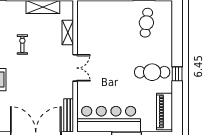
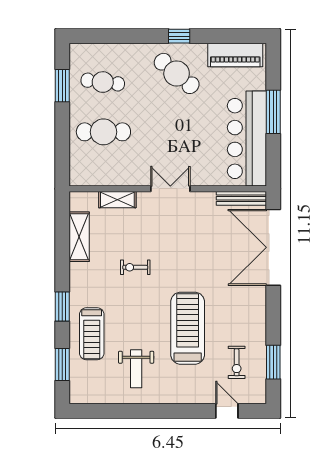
cafe table: (113, 23) -> (103, 132), added
cafe table: (152, 72) -> (177, 73), turned -50

